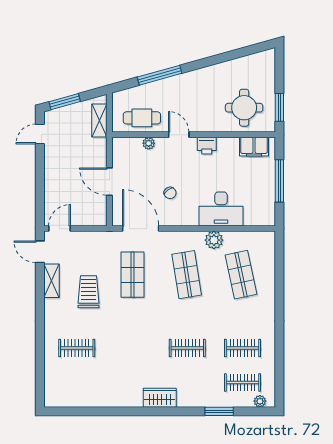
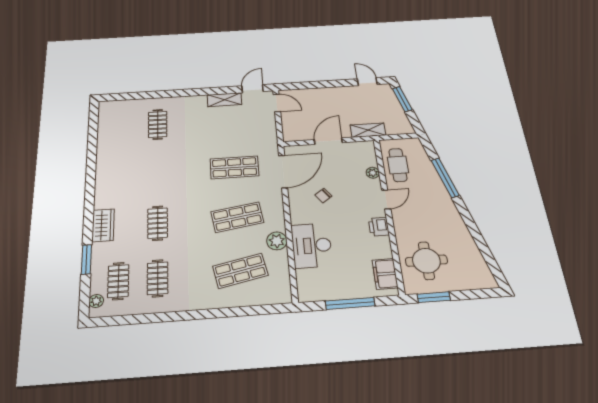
shelving: (99, 121) -> (368, 130), moved
trolley: (89, 292) -> (215, 131), removed
wardrobe: (160, 398) -> (103, 225), moved

